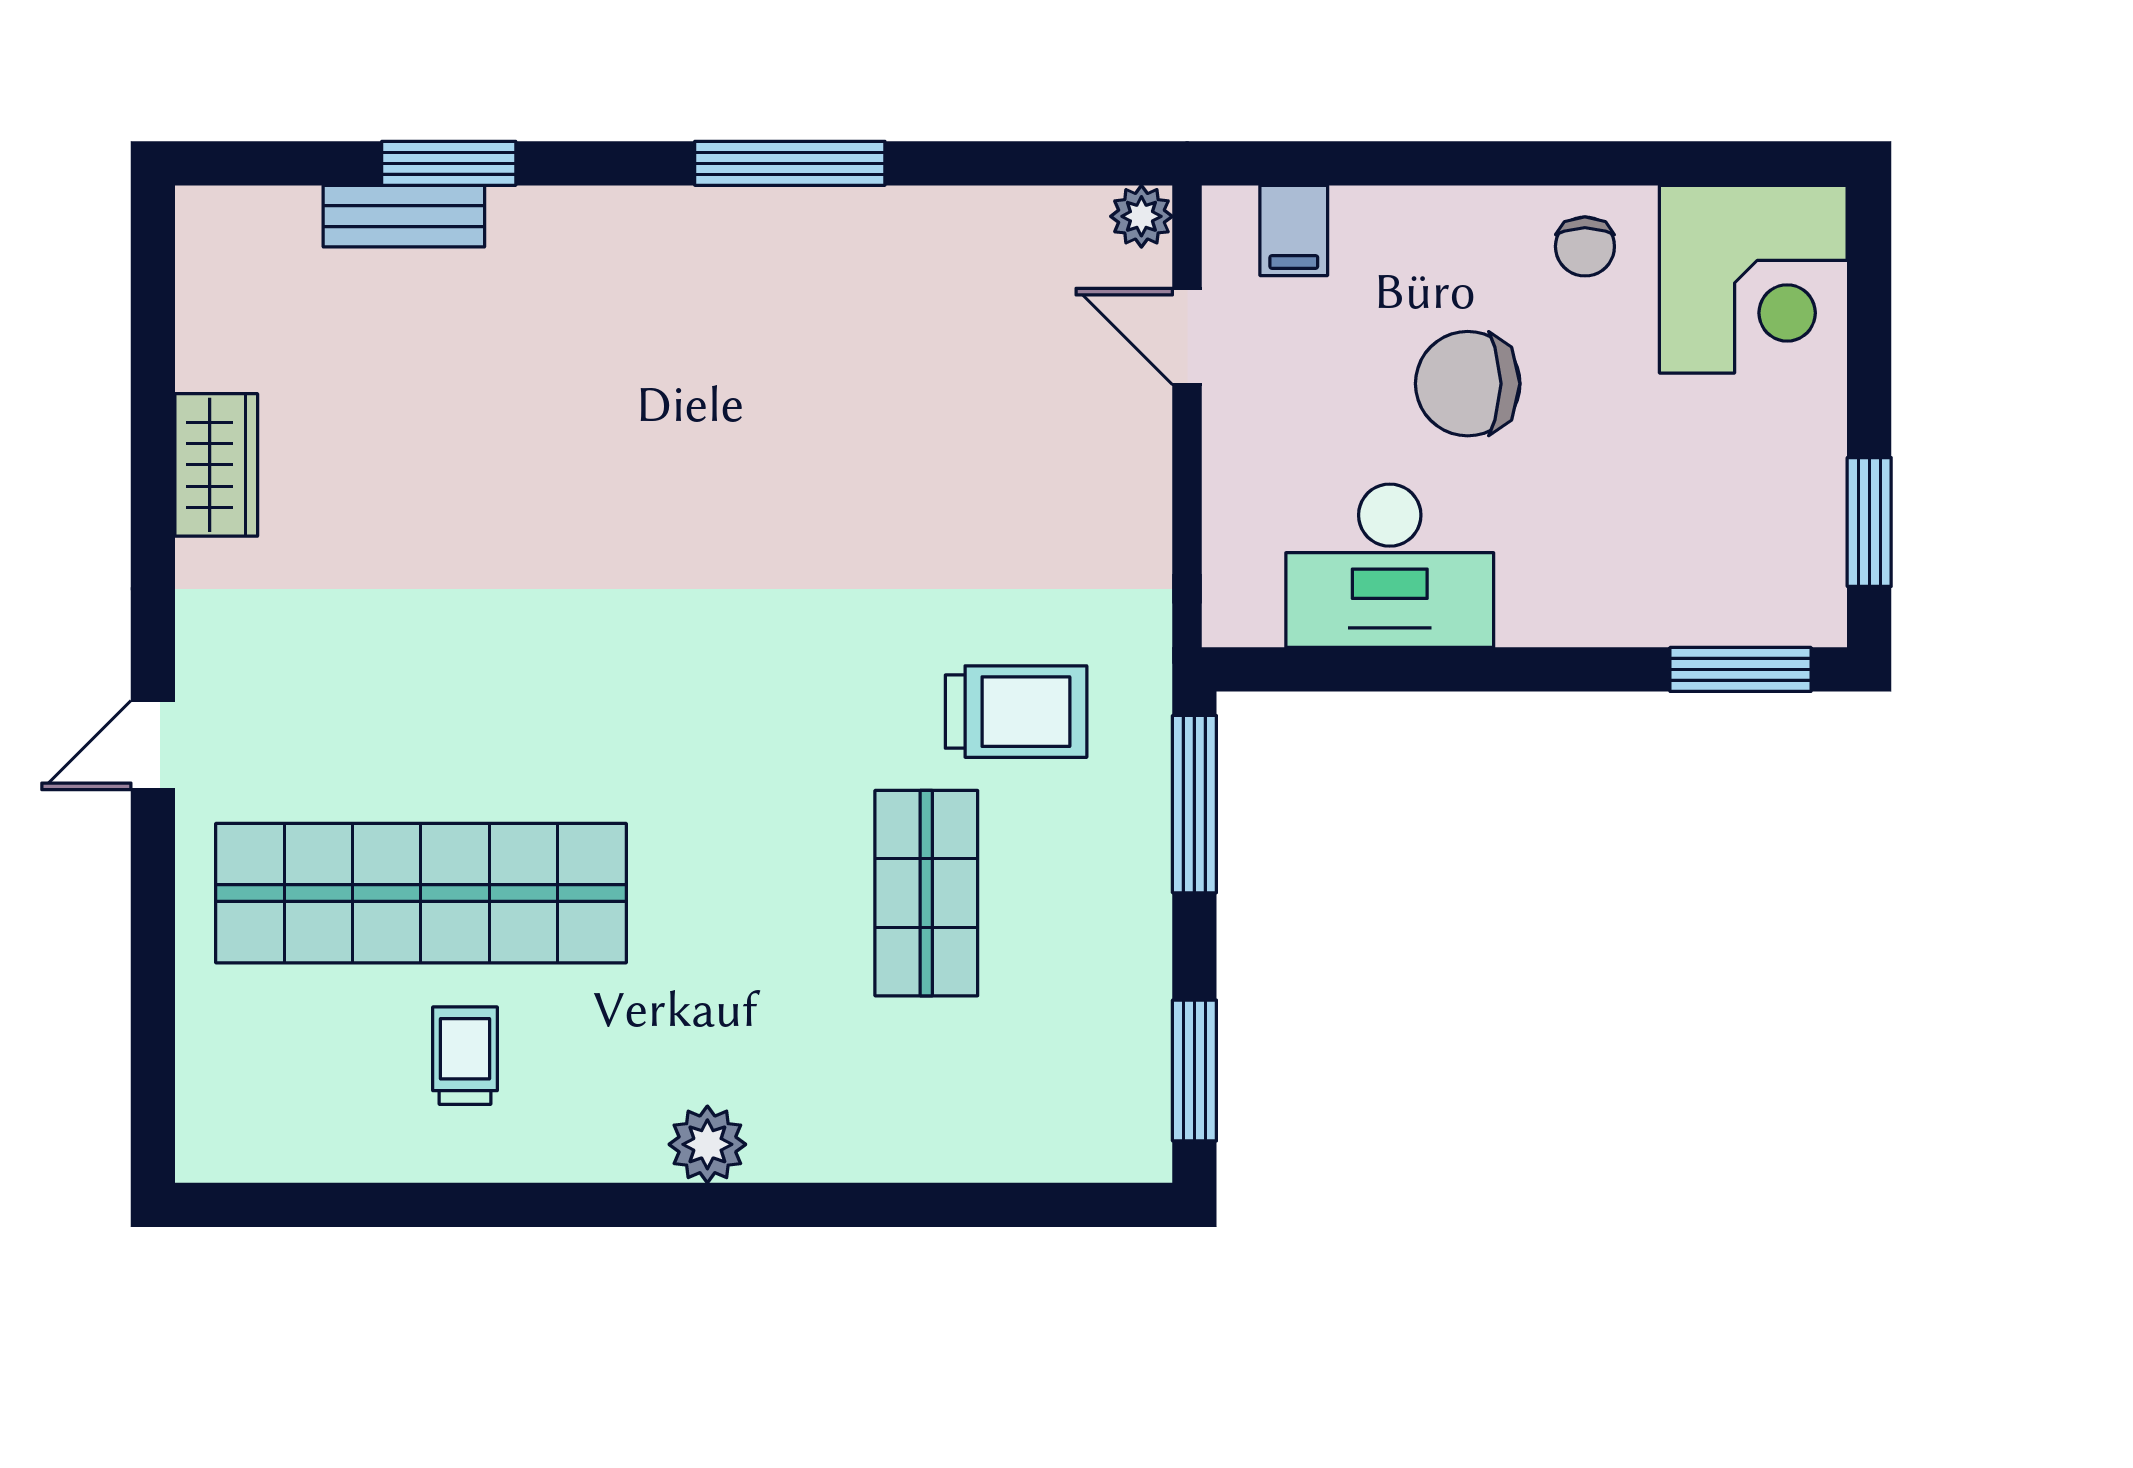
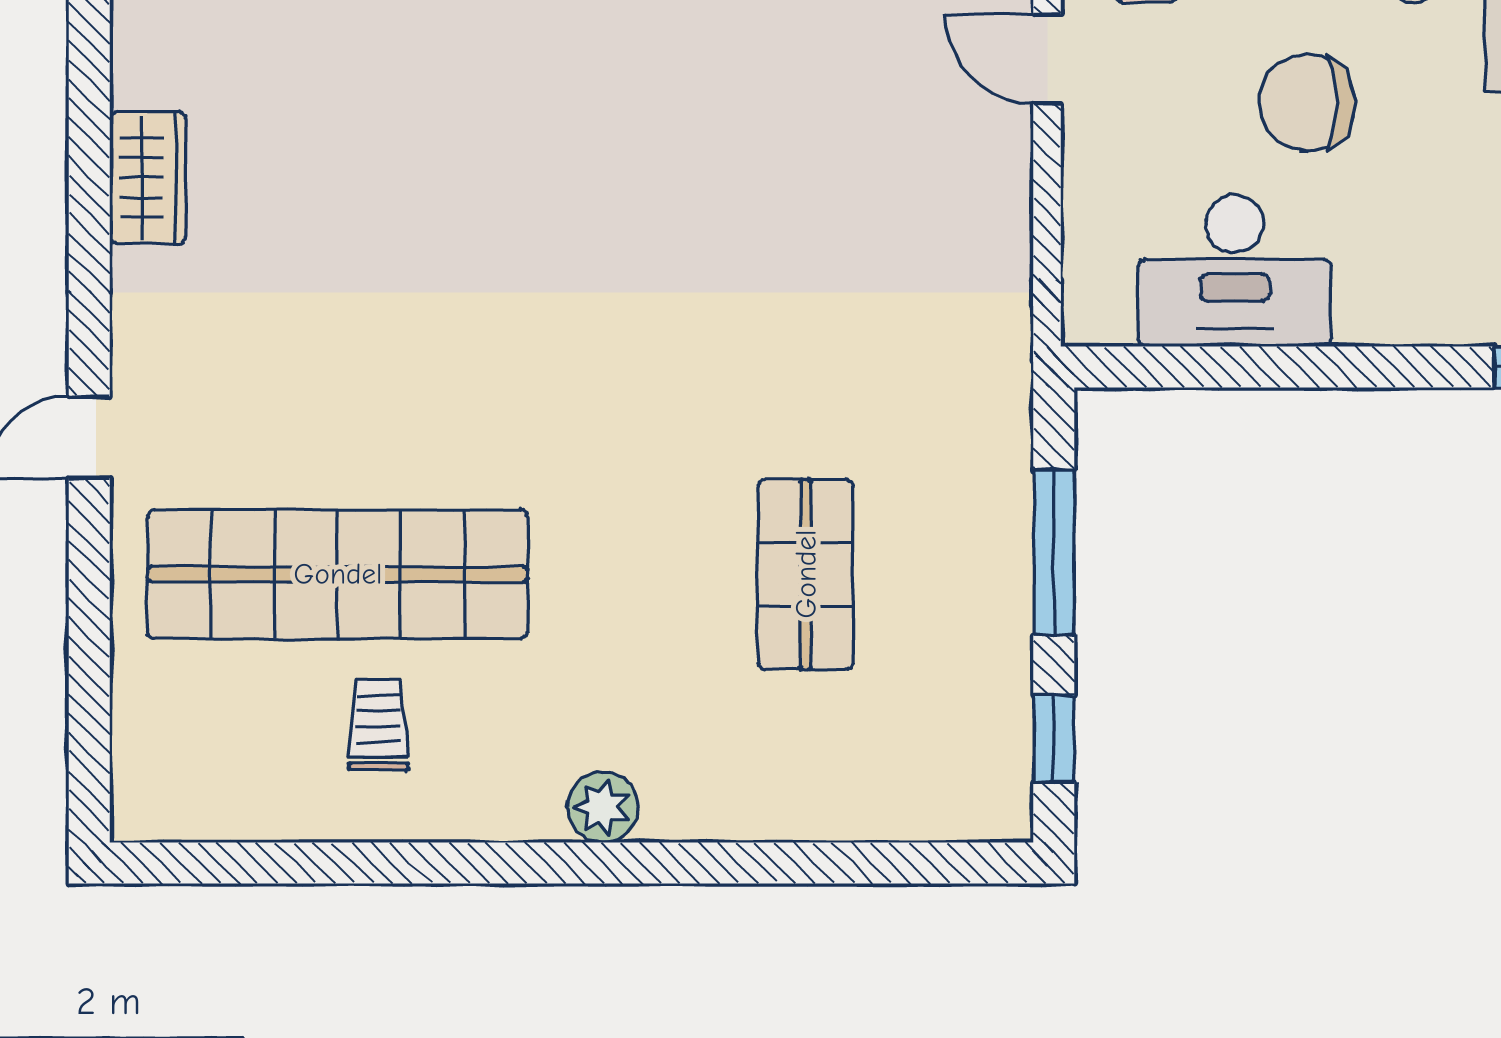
trolley: (1016, 712) -> (889, 406), removed
window: (1194, 804) -> (1054, 552), moved
window: (1194, 1071) -> (1054, 739), width x0.67

